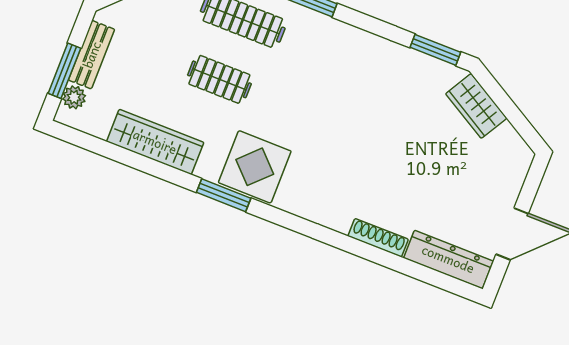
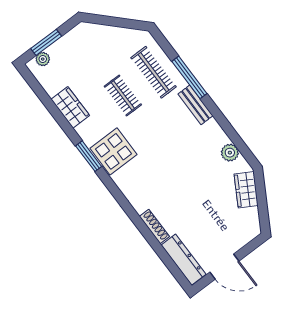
window: (435, 50) -> (243, 148), removed
bench: (92, 55) -> (195, 105), moved, turned 90
plant: (421, 67) -> (230, 153), added
wardrobe: (155, 142) -> (70, 107), width x0.67

